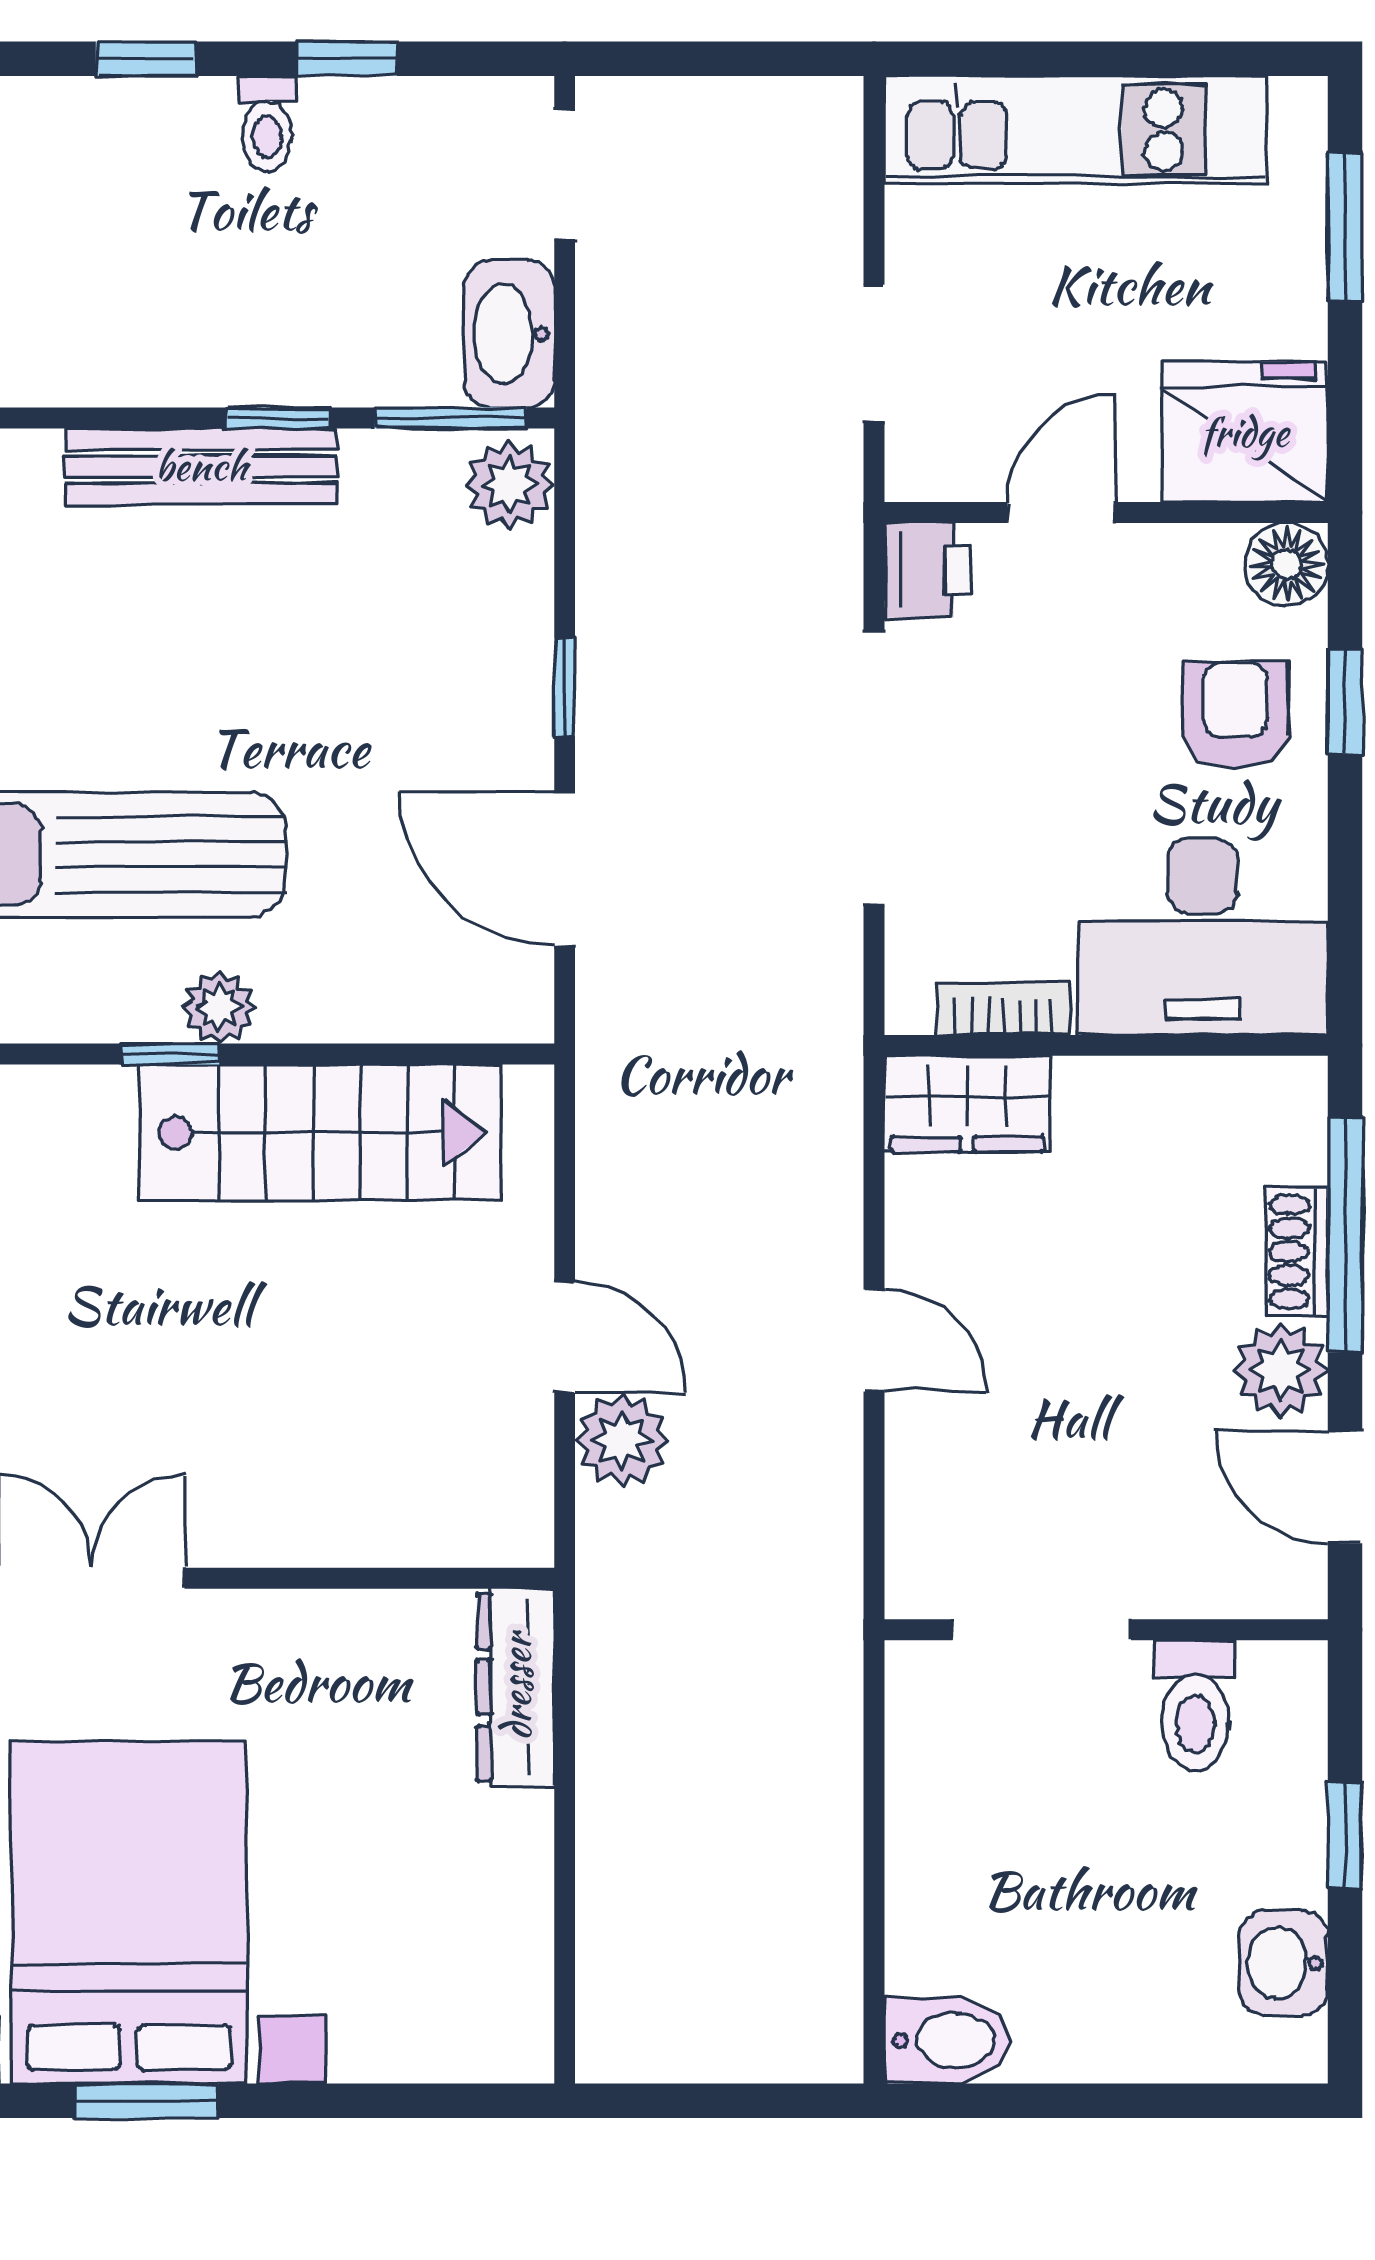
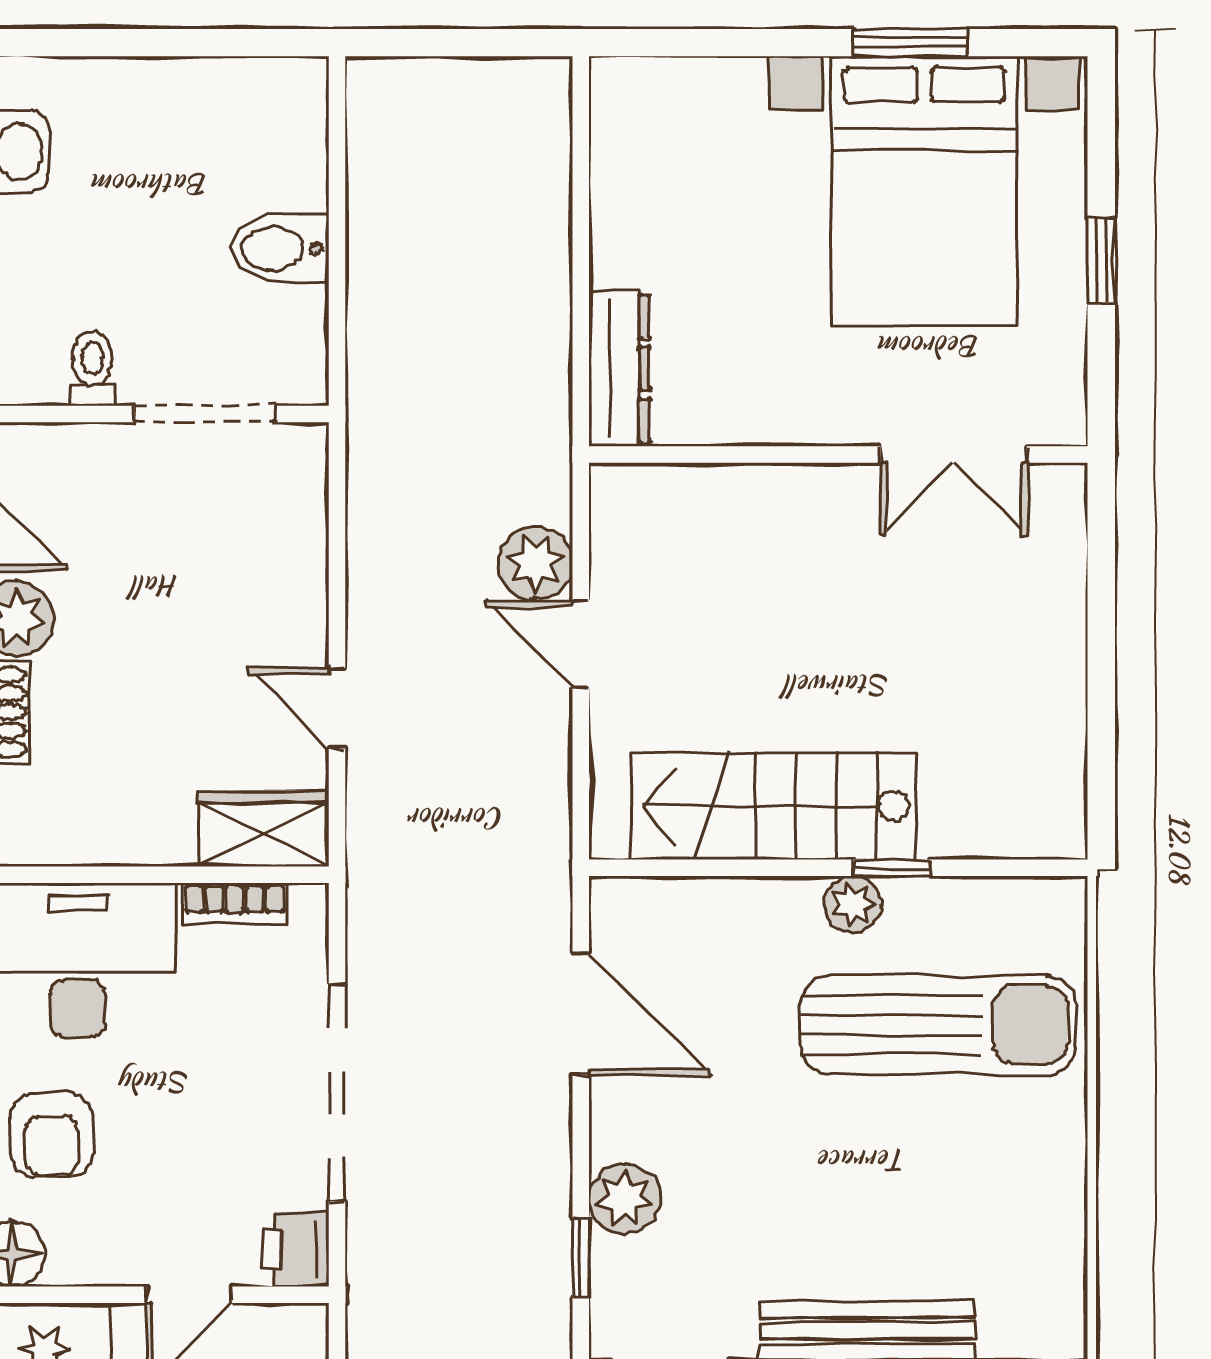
plant: (509, 485) -> (624, 1199), moved
window: (565, 687) -> (581, 1258), moved
door: (874, 1340) -> (337, 708), moved
toilet: (1195, 1706) -> (92, 369), width x0.73, depth x0.72
bidet: (947, 2040) -> (280, 248), moved

